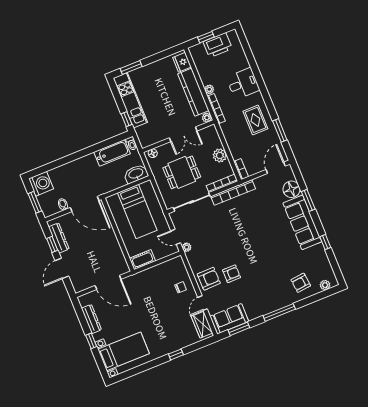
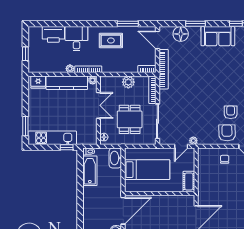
printer: (218, 45) -> (53, 34), moved, turned 90
bookcase: (233, 192) -> (164, 69), moved
sofa: (302, 222) -> (218, 36), width x0.73

